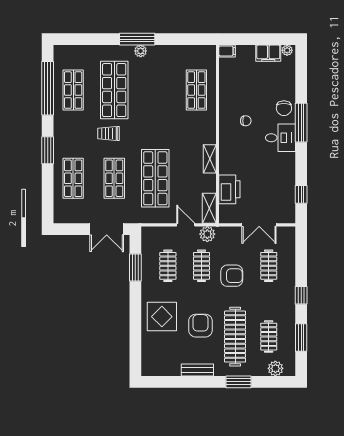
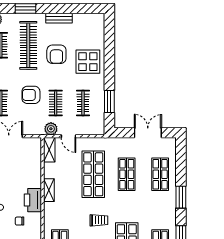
trolley: (109, 134) -> (99, 220), moved
printer: (229, 189) -> (33, 200), moved
double door: (107, 229) -> (148, 133), moved

